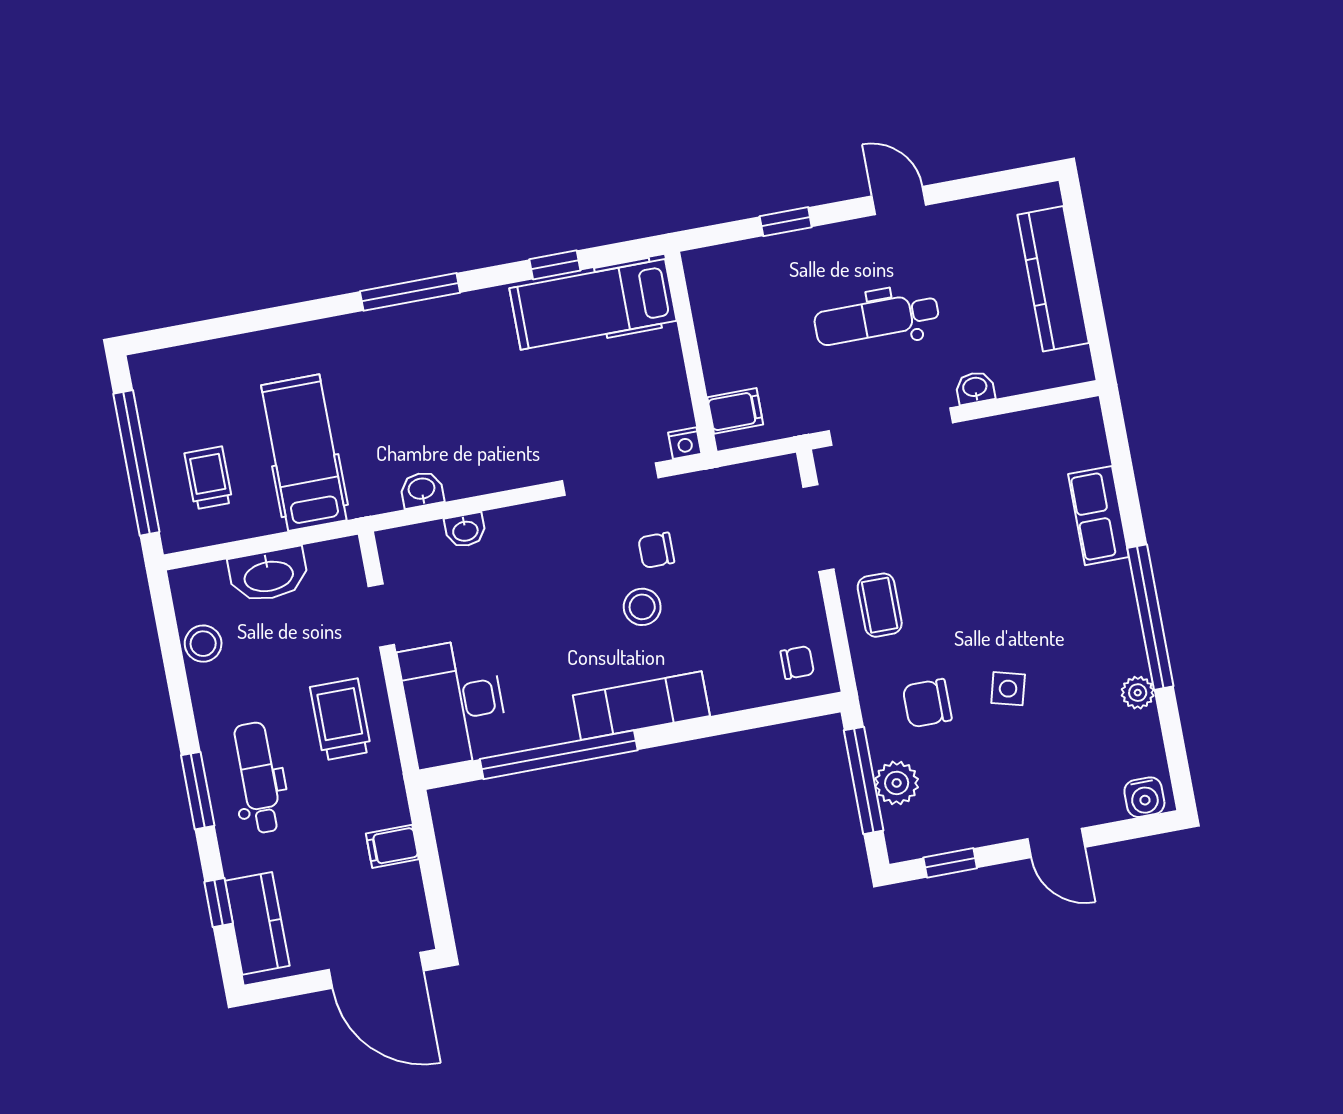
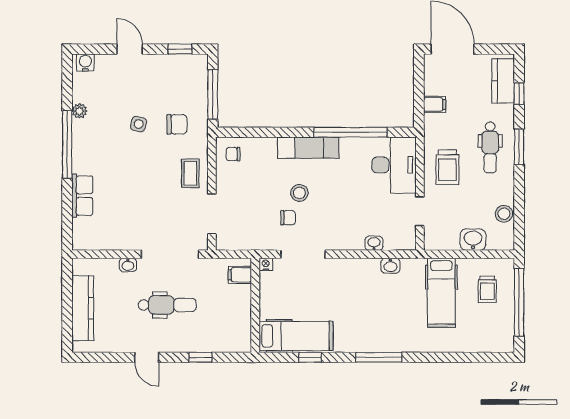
washbasin: (268, 575) -> (473, 240), width x0.72
plant: (897, 783) -> (198, 90), removed

